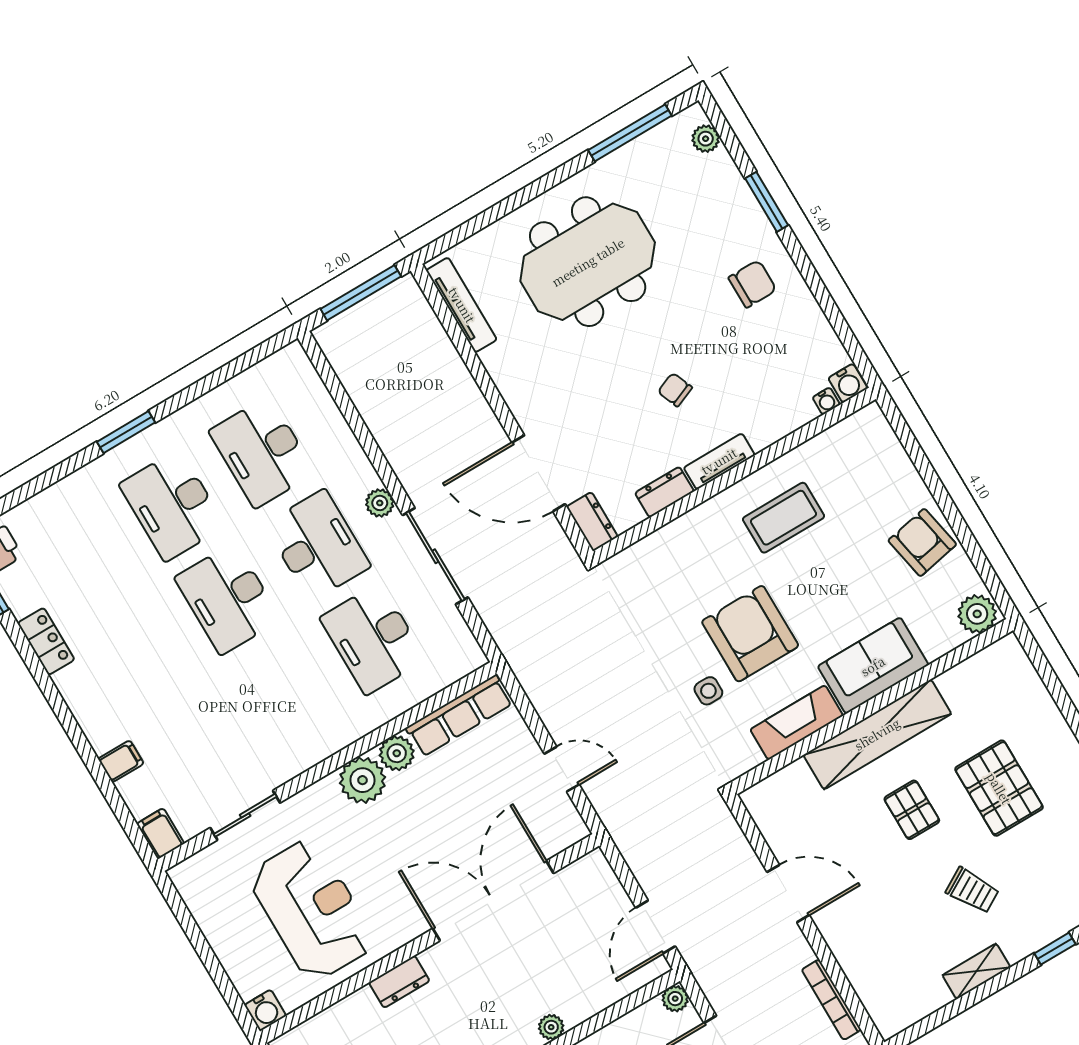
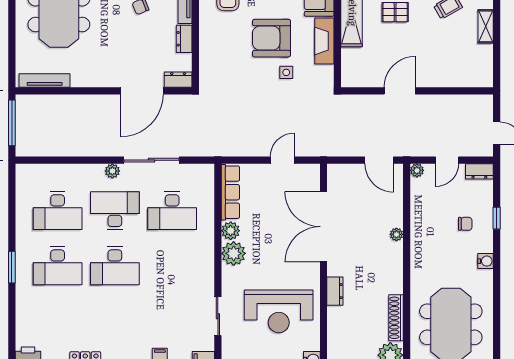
reception desk: (312, 910) -> (279, 311), turned 180
bookcase: (831, 1000) -> (460, 100), removed

